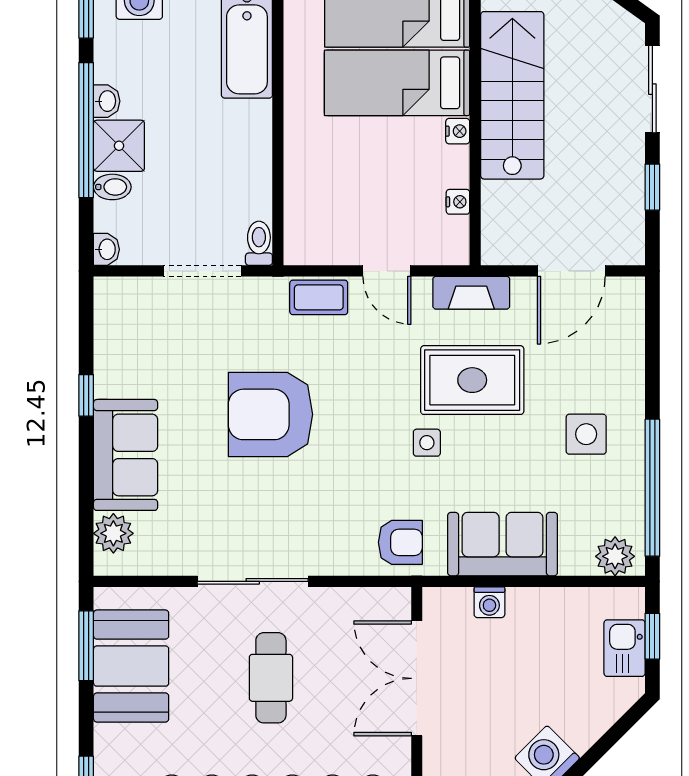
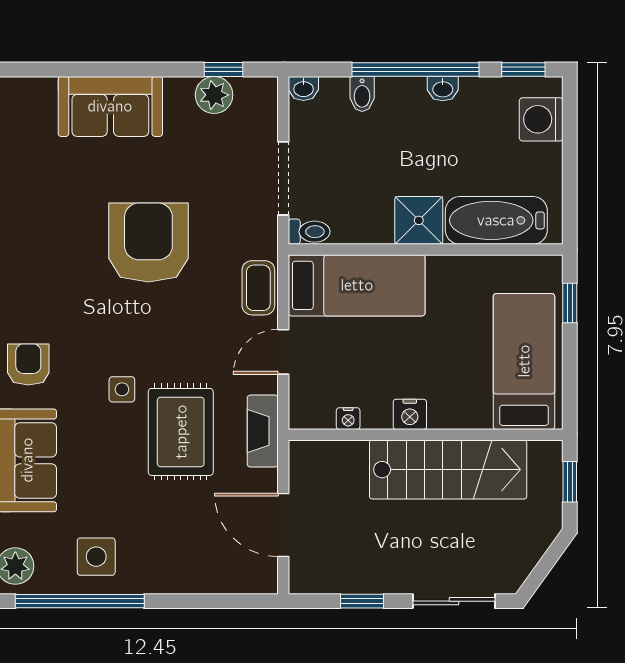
bed: (397, 83) -> (357, 285), moved, turned 90
nightstand: (458, 131) -> (410, 414), width x1.39, depth x1.35
shower: (119, 146) -> (419, 220), moved
window: (86, 395) -> (224, 69), moved
side table: (586, 434) -> (96, 557), moved
plant: (113, 533) -> (214, 95), moved
armchair: (400, 542) -> (28, 364), turned 180

